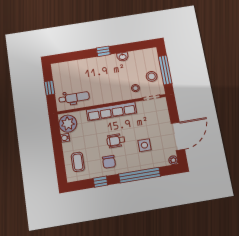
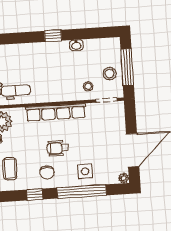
side table: (144, 145) -> (85, 171), moved

